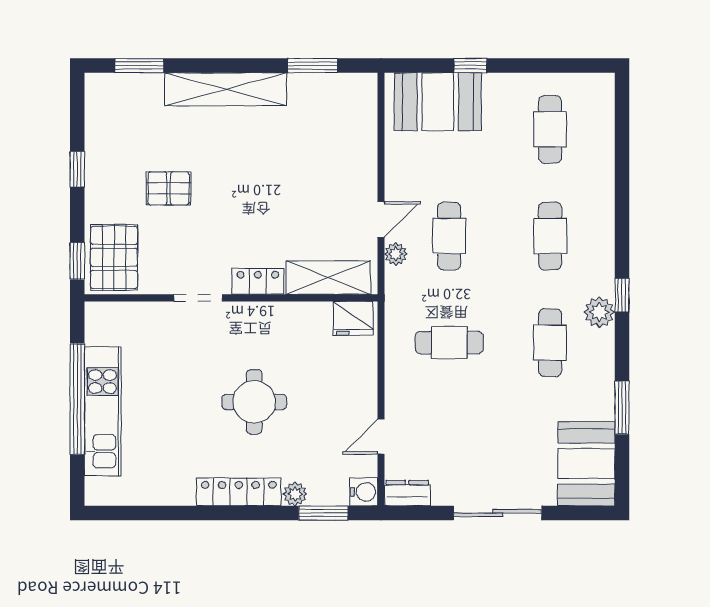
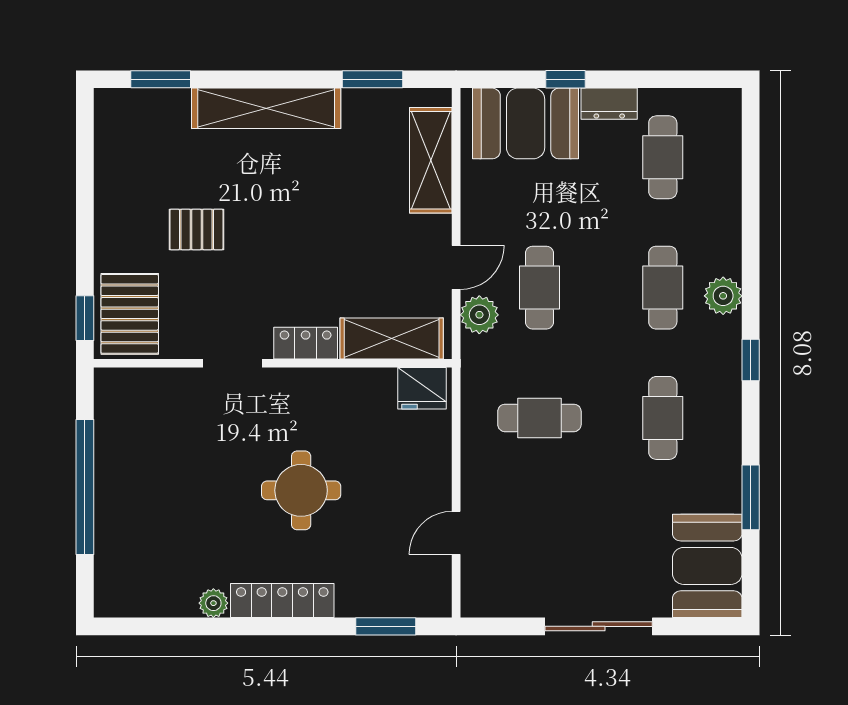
shelving: (360, 132) -> (431, 160), added
window: (77, 169) -> (85, 206), removed
plant: (396, 254) -> (479, 315), width x1.38, depth x1.38
plant: (599, 312) -> (723, 296), moved
kitchen unit: (103, 411) -> (116, 502), removed
water cooler: (364, 492) -> (435, 601), removed
dresser: (407, 493) -> (609, 104), moved, turned 180
plant: (295, 494) -> (213, 603), moved

